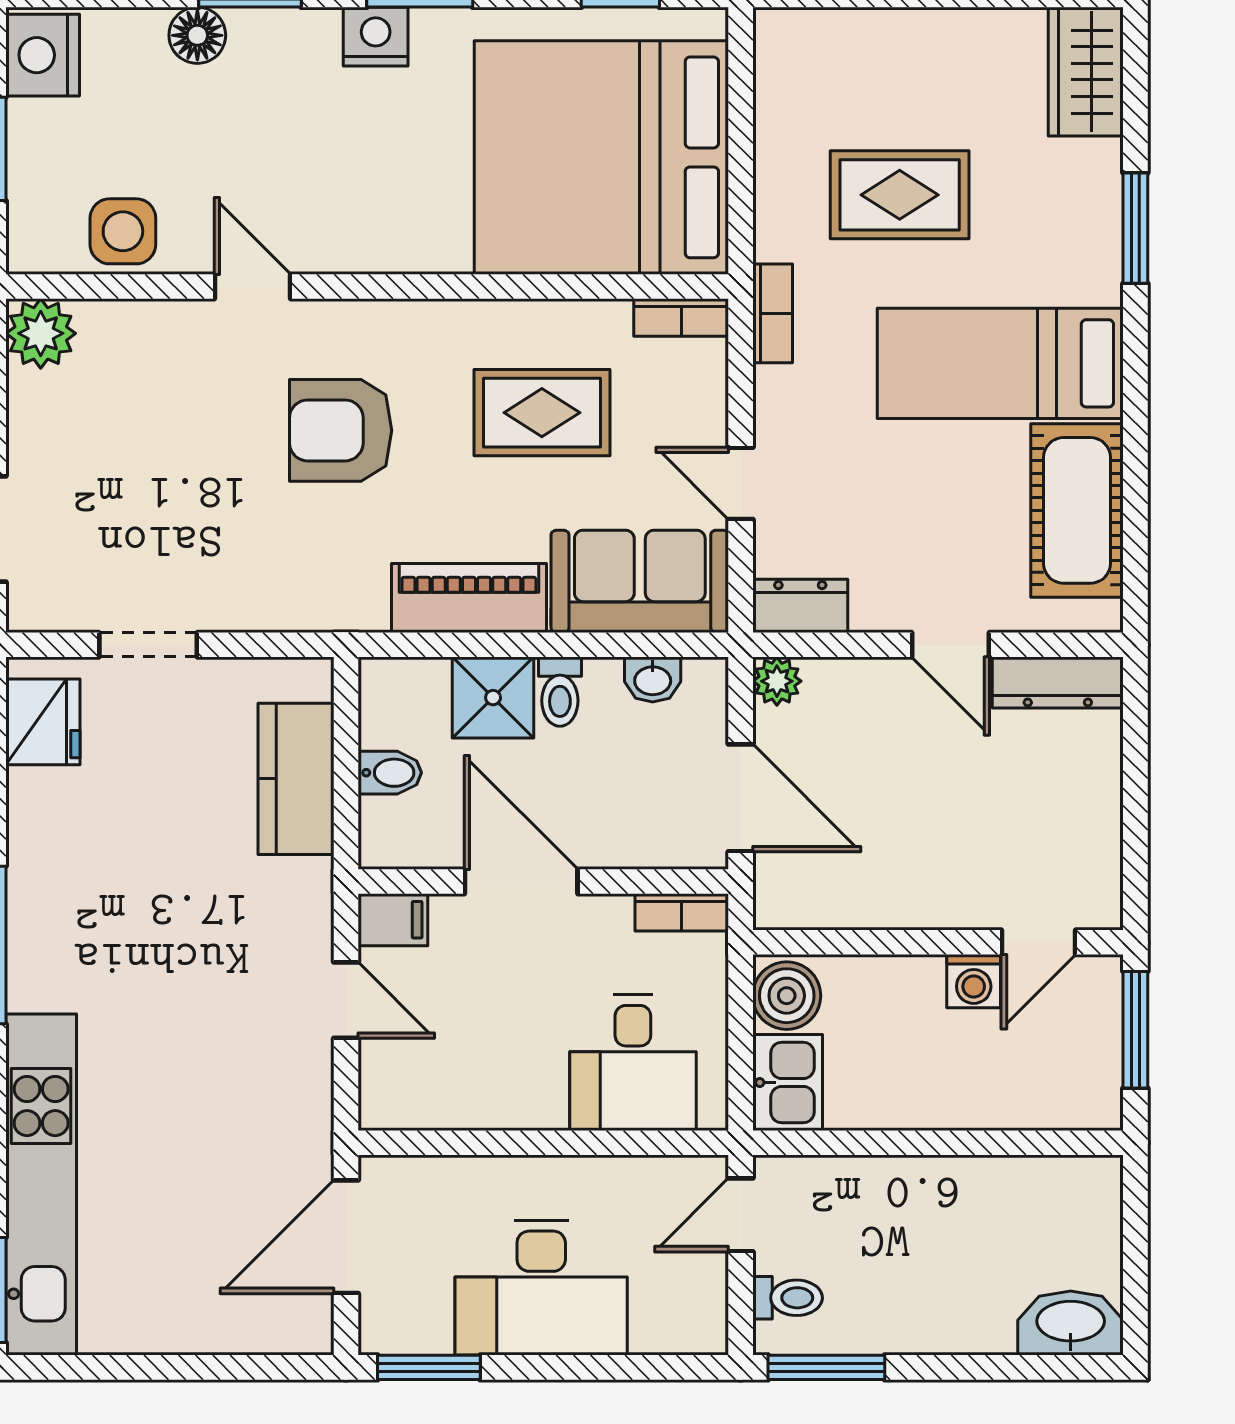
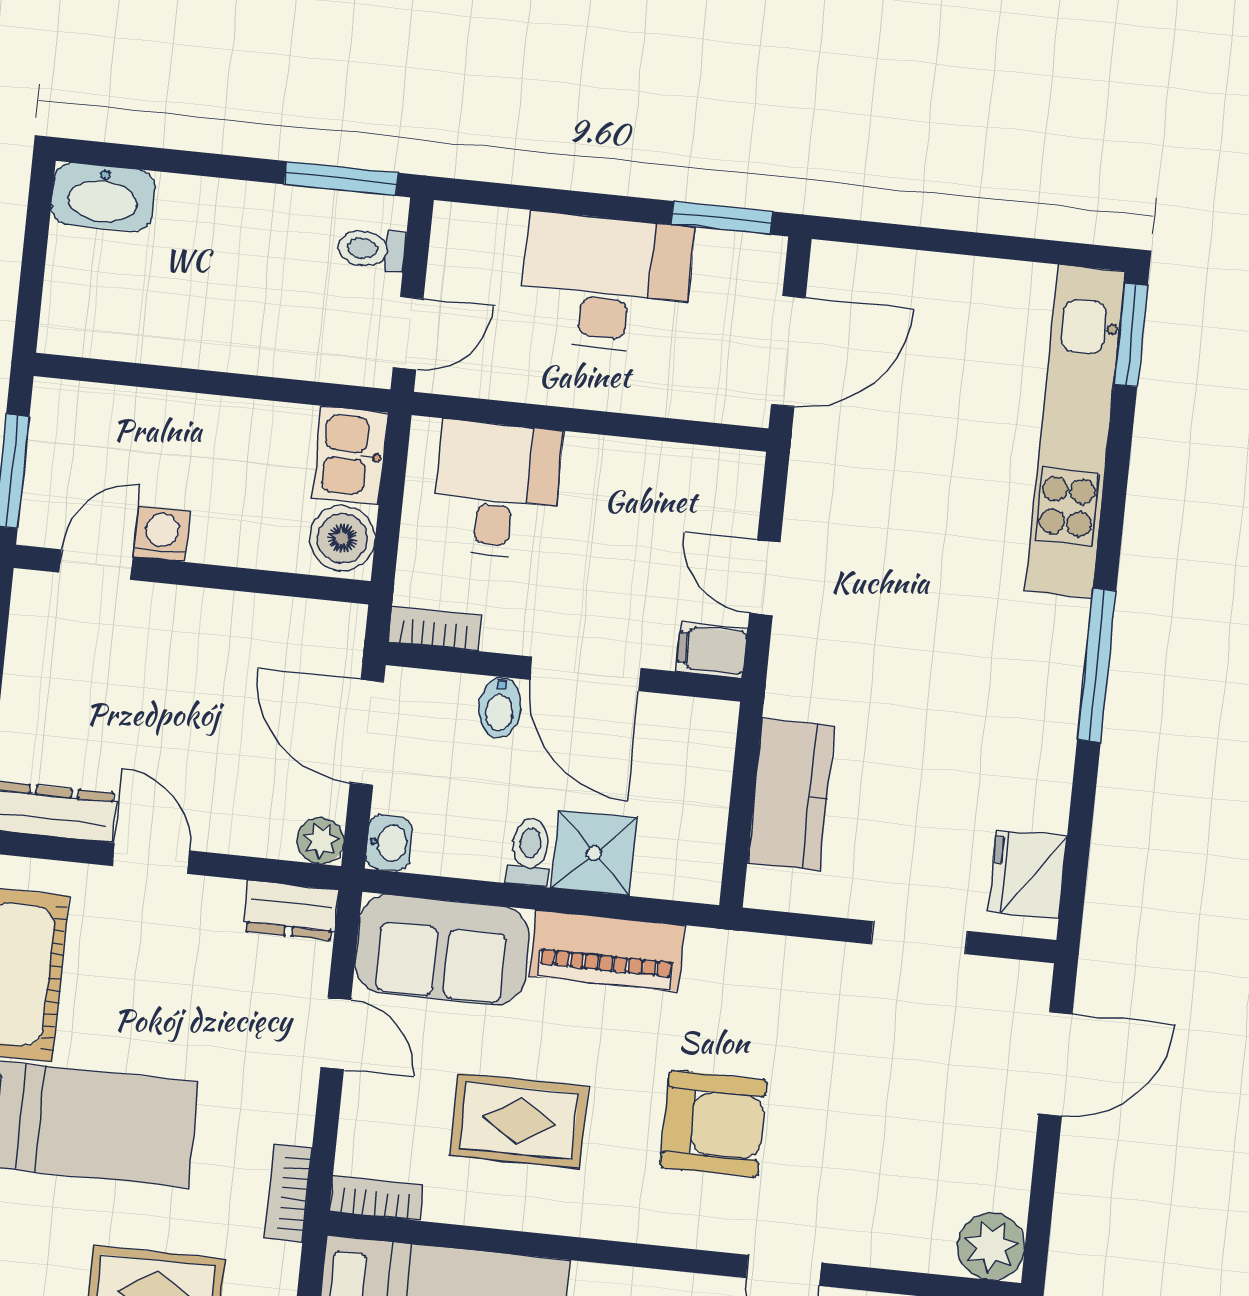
washbasin: (653, 679) -> (389, 843), moved, turned 90
bidet: (390, 773) -> (500, 707), moved, turned -90

